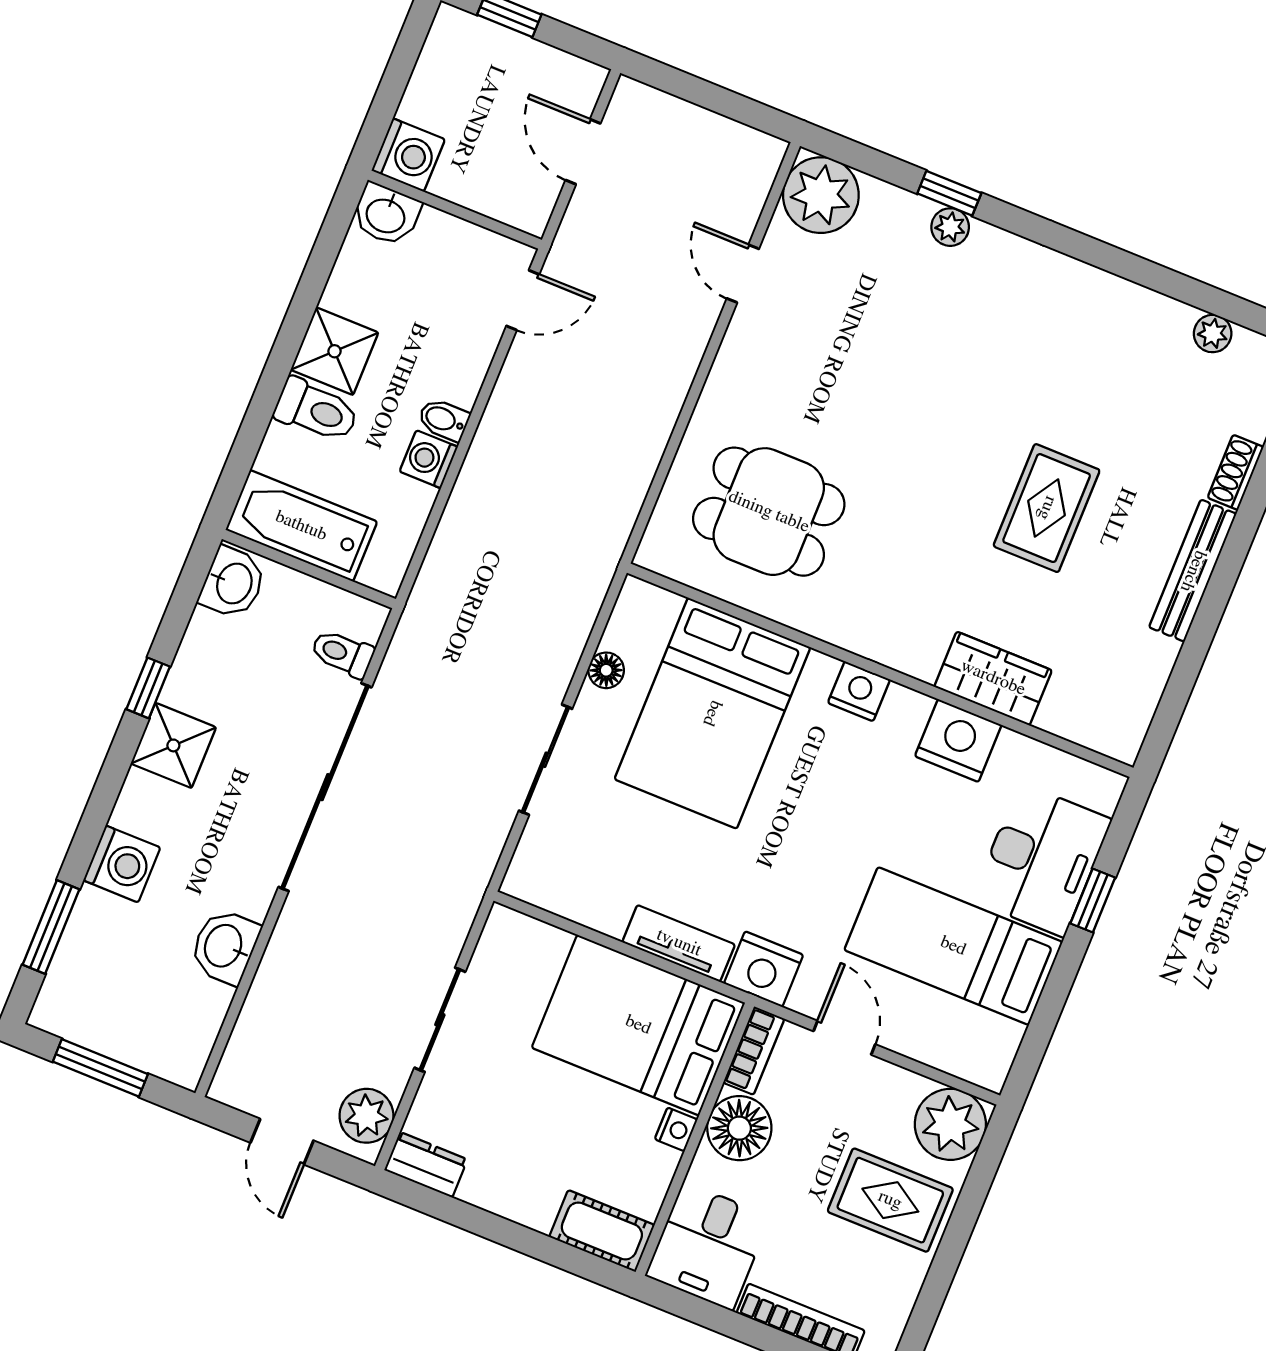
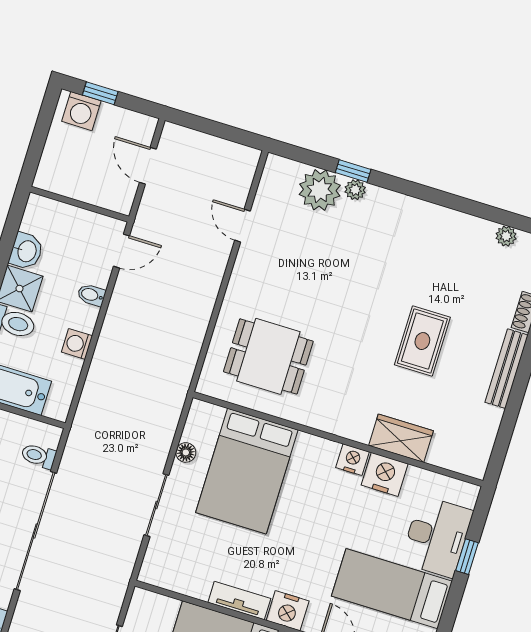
washing machine: (408, 155) -> (81, 111), moved, turned 90
plant: (821, 195) -> (320, 190), moved
washbasin: (386, 215) -> (26, 251), moved, turned -90
bidet: (444, 420) -> (91, 295), moved
nightstand: (859, 691) -> (352, 460), moved

